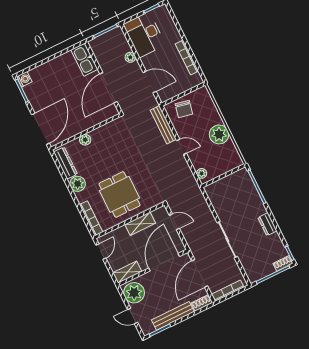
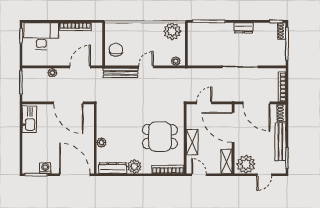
desk: (144, 35) -> (41, 36), moved, turned 180
kitchen sink: (84, 60) -> (29, 119), moved, turned -90
washing machine: (24, 79) -> (45, 168), moved
chair: (184, 109) -> (116, 50), turned -102
plant: (219, 134) -> (172, 31), moved
shelving: (140, 224) -> (192, 142), moved

